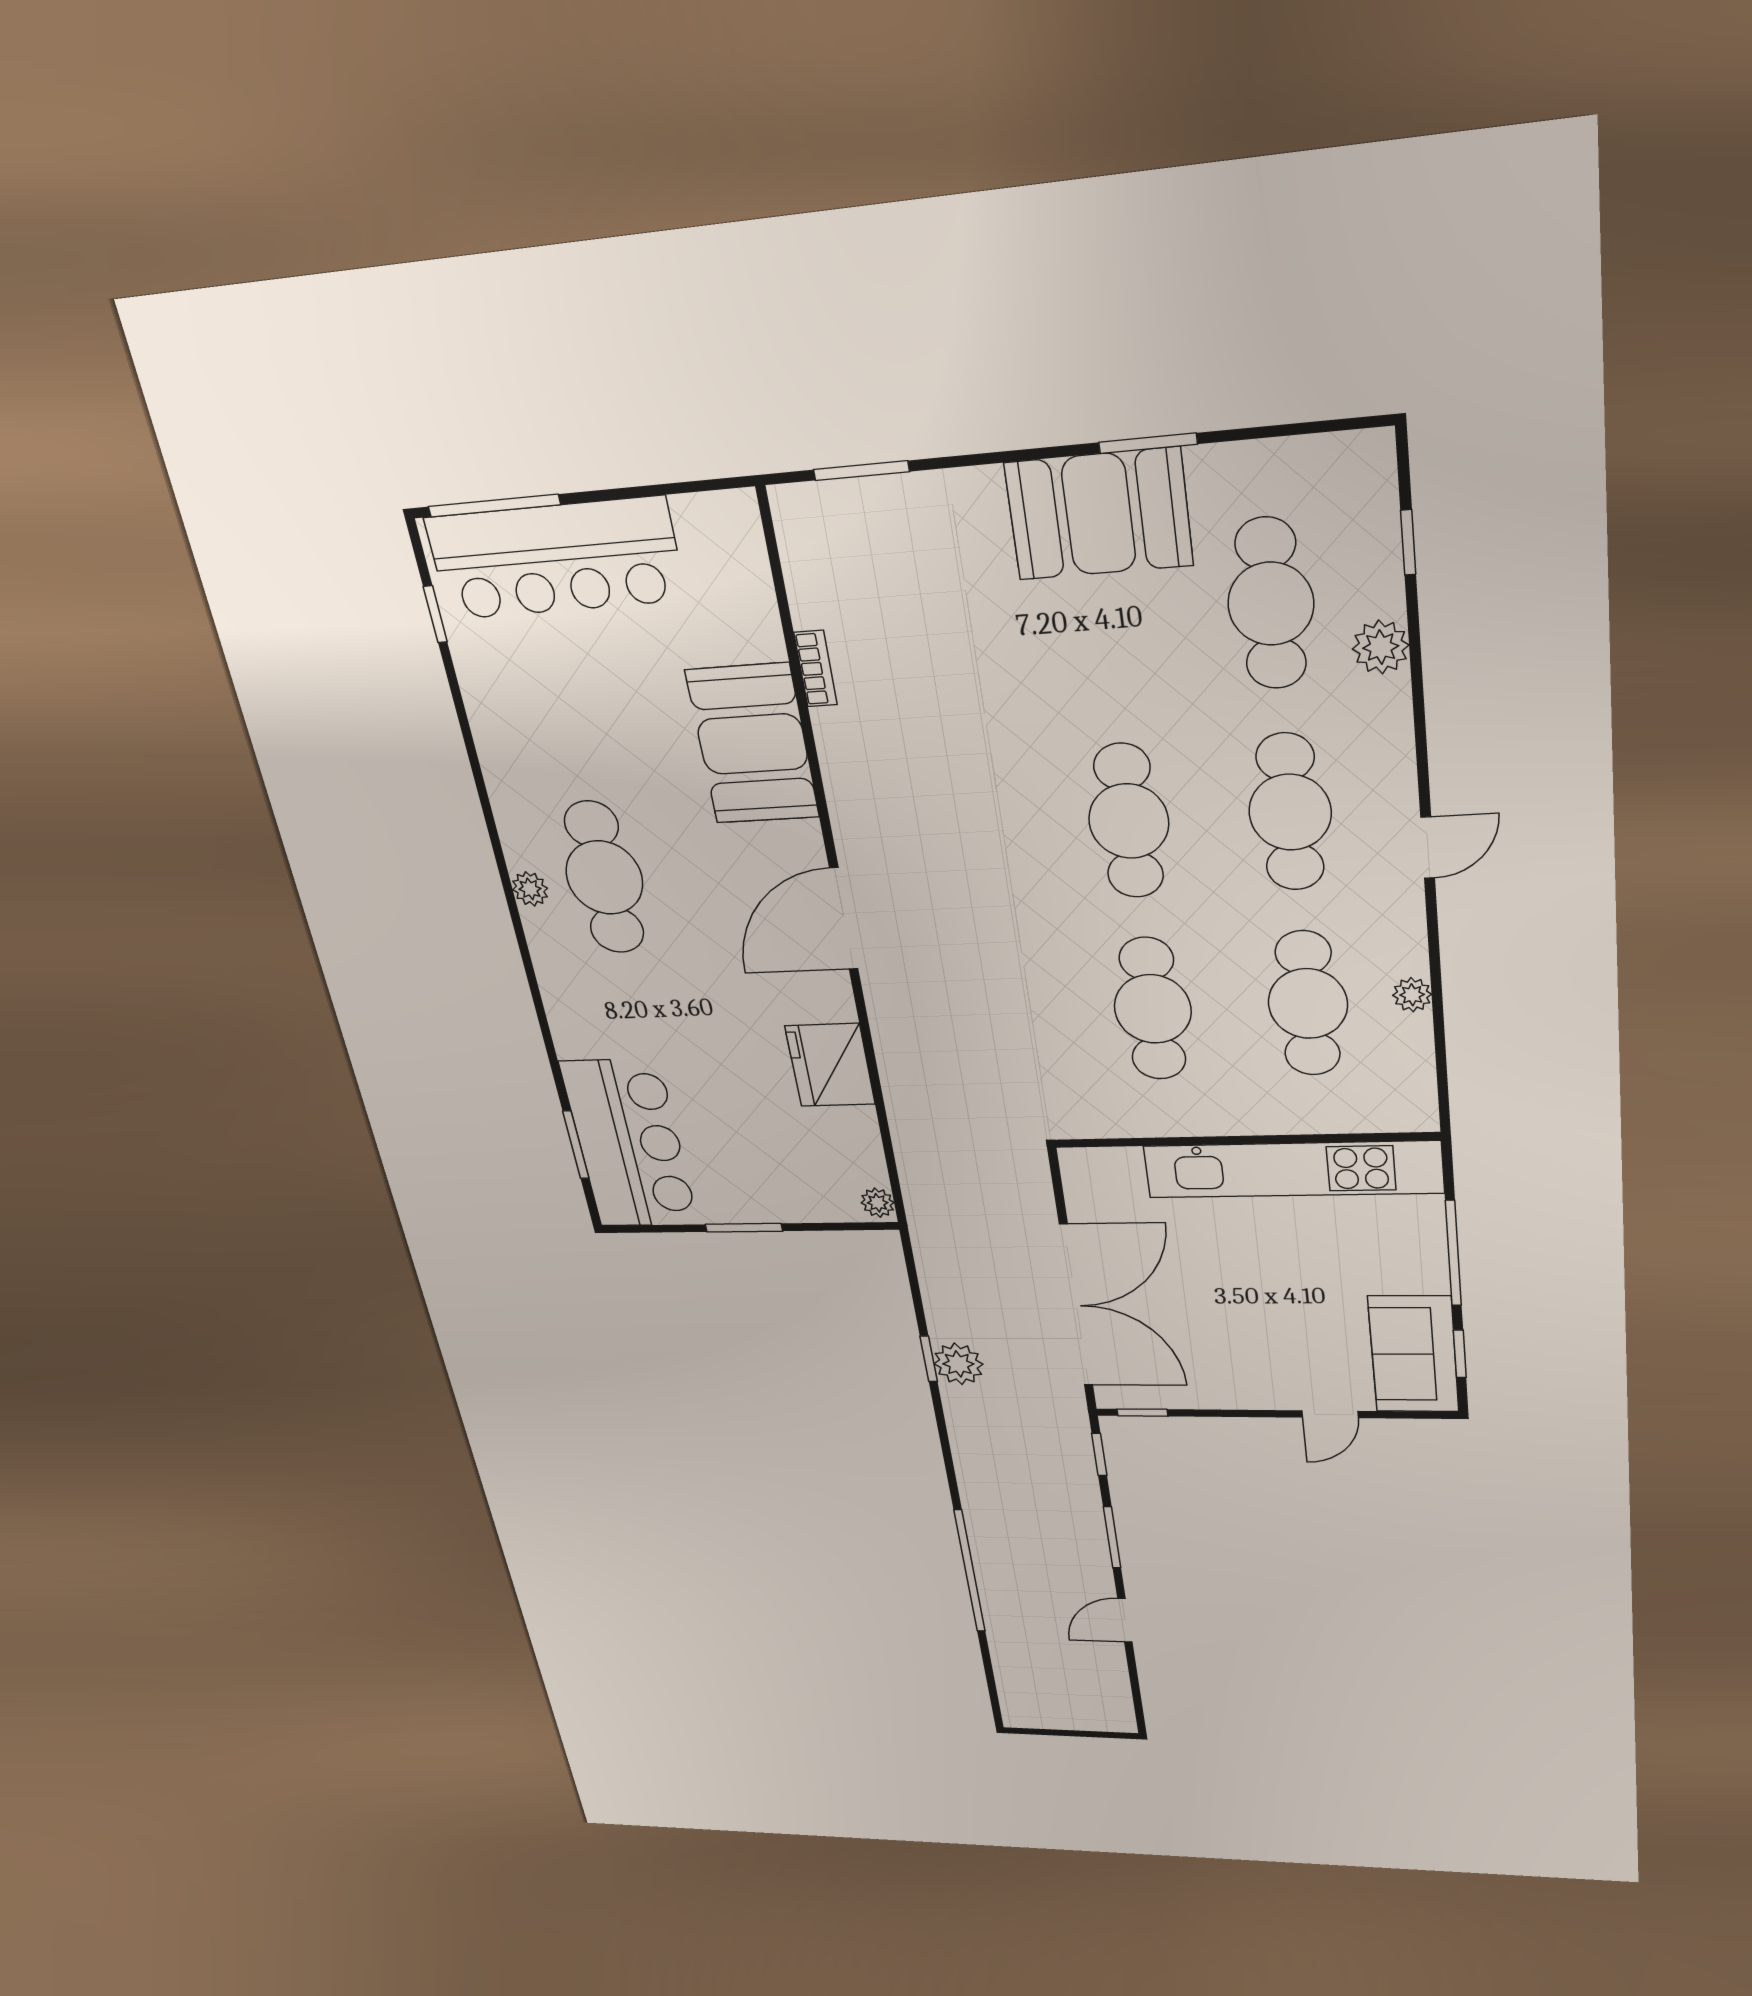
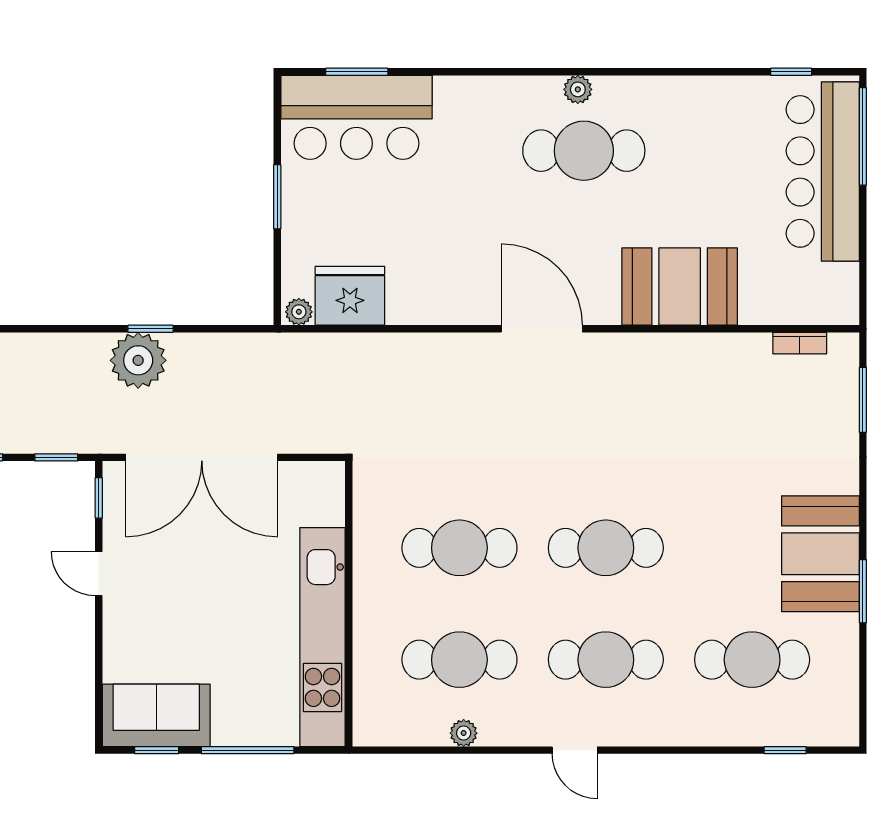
plant: (1381, 647) -> (718, 728), removed
bookcase: (816, 669) -> (800, 343), moved
fridge: (830, 1065) -> (350, 296), moved
plant: (958, 1364) -> (138, 360), width x1.36, depth x1.36
door: (1330, 1414) -> (99, 574), moved

